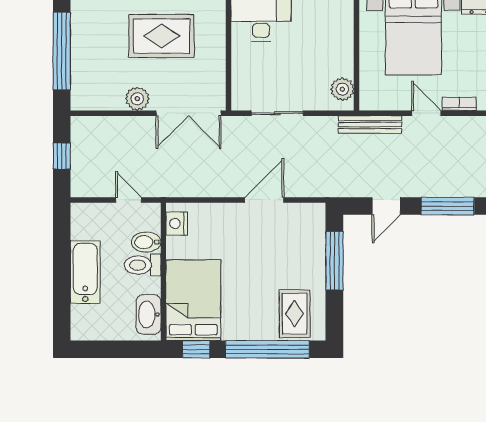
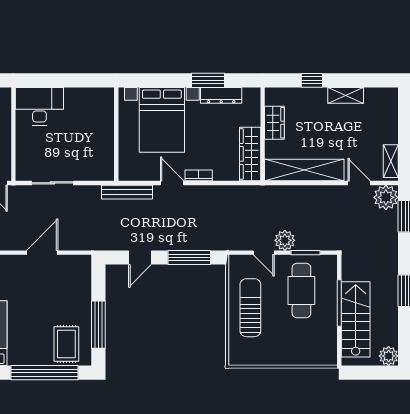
plant: (342, 89) -> (105, 164), removed
window: (334, 261) -> (98, 325), moved

